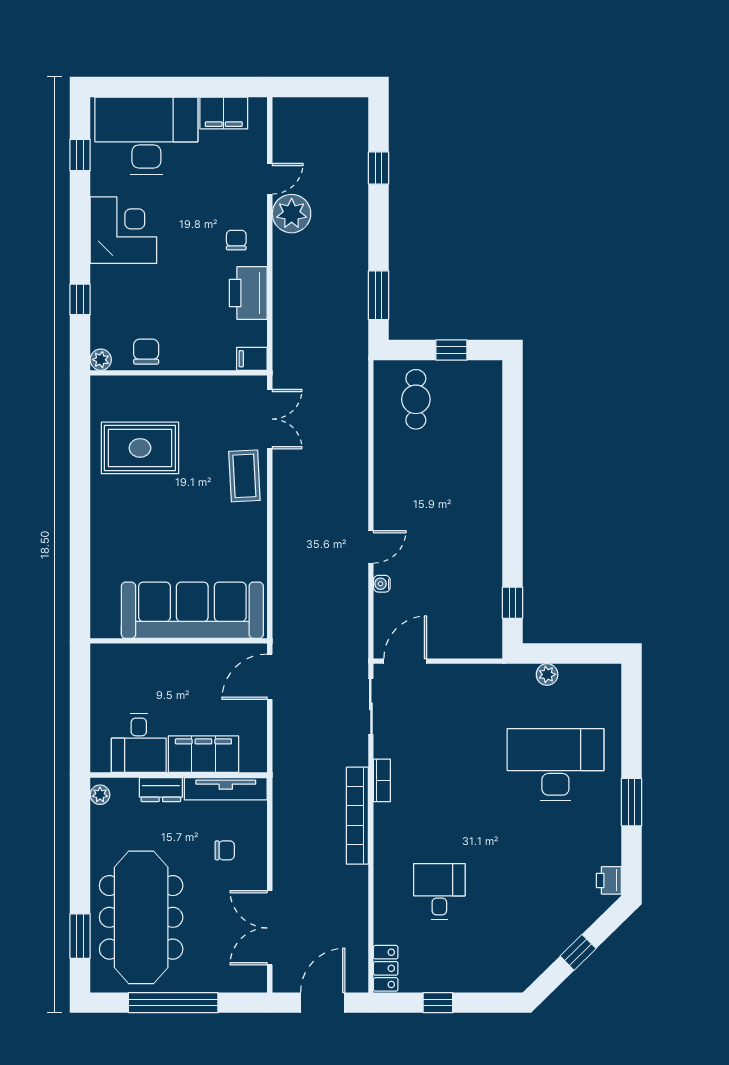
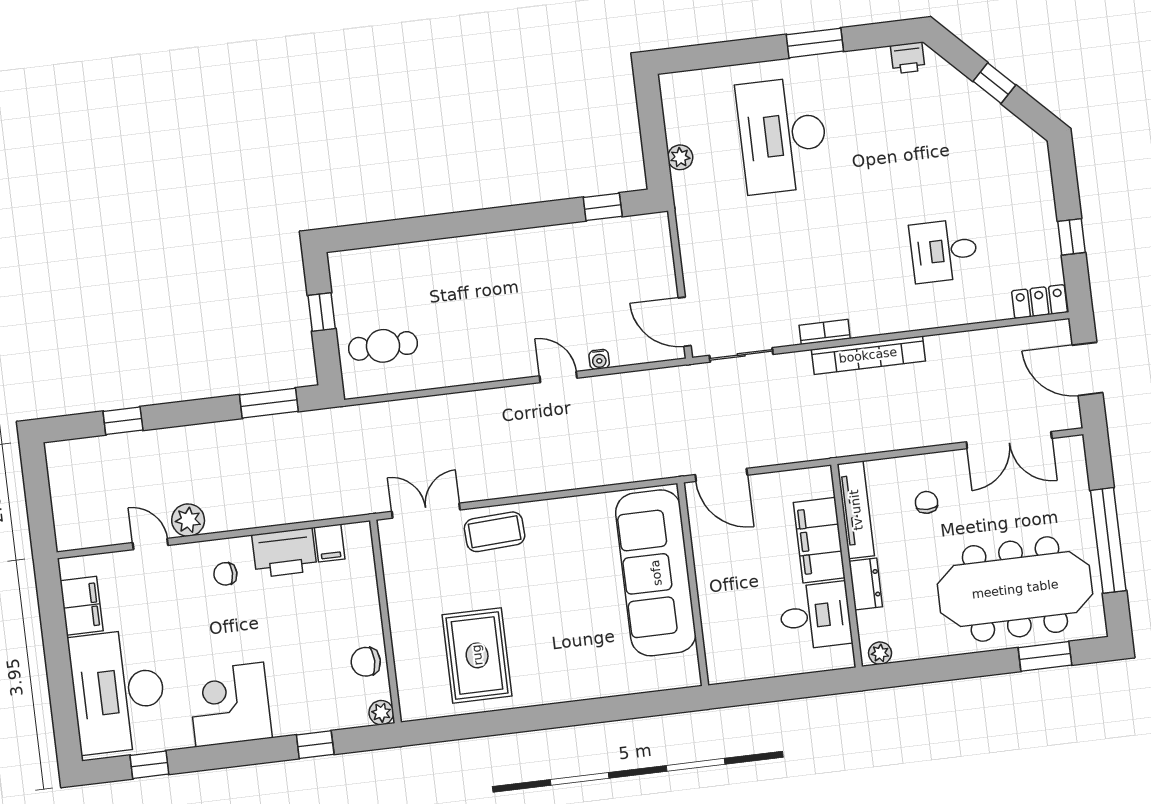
plant: (292, 214) -> (188, 520), width x0.73, depth x0.73
filing cabinet: (252, 359) -> (330, 543), moved

